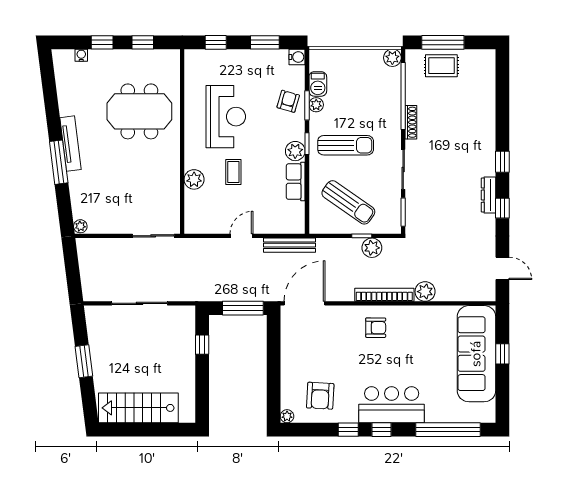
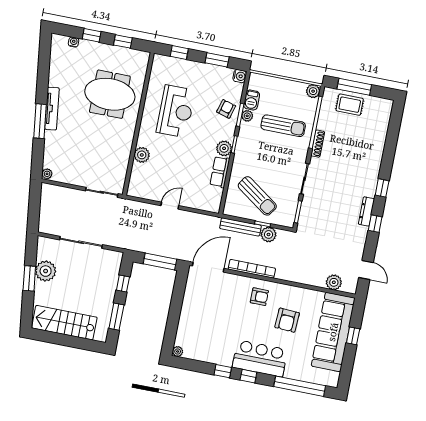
sun lounger: (346, 145) -> (283, 126), moved
coffee table: (233, 172) -> (173, 155), removed
bench: (290, 245) -> (240, 227), moved
plant: (425, 292) -> (334, 282), moved
bookcase: (384, 295) -> (252, 269), moved
plant: (102, 348) -> (46, 271), added
window: (202, 388) -> (116, 317), added
armchair: (320, 396) -> (287, 320), moved

